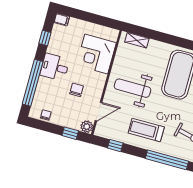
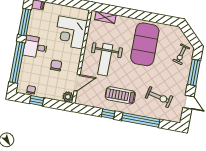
window: (45, 38) -> (25, 22), width x2.17
weight bench: (133, 88) -> (105, 60), turned -90
window: (70, 133) -> (37, 101), moved
window: (115, 146) -> (108, 114), moved

